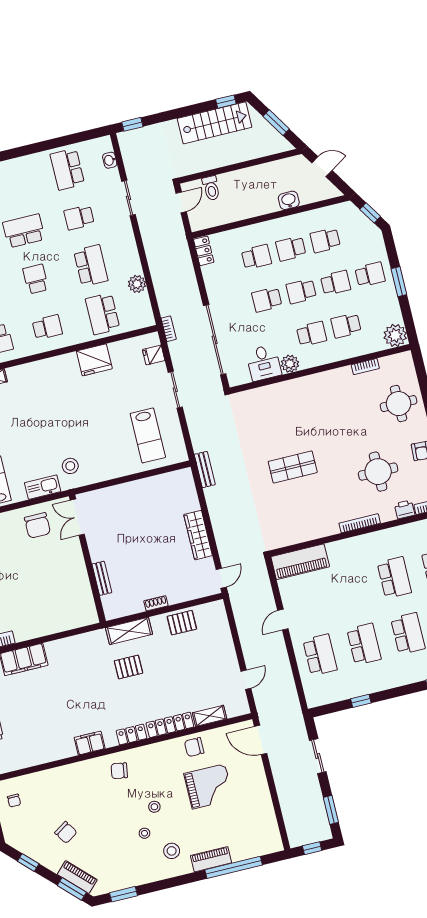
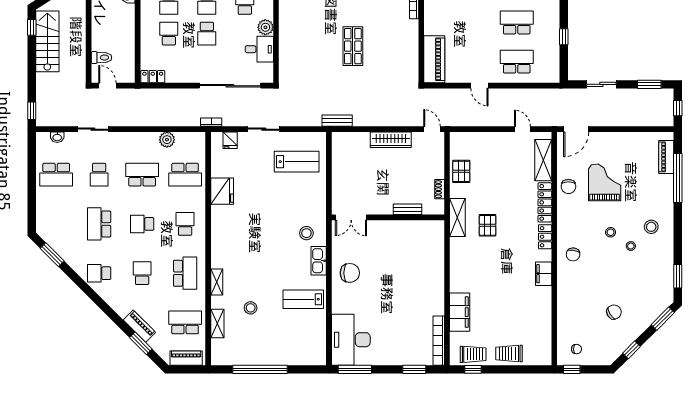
double door: (77, 517) -> (351, 217), moved
wall: (87, 559) -> (388, 217), moved
bench: (102, 578) -> (408, 209), moved
shelving: (210, 716) -> (543, 160), width x1.50, depth x1.33
piano: (211, 859) -> (666, 157), moved
piano: (77, 877) -> (654, 312), removed

